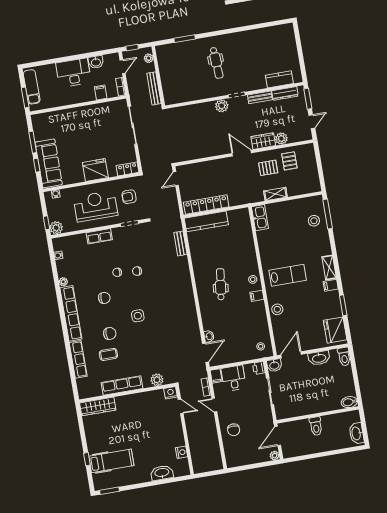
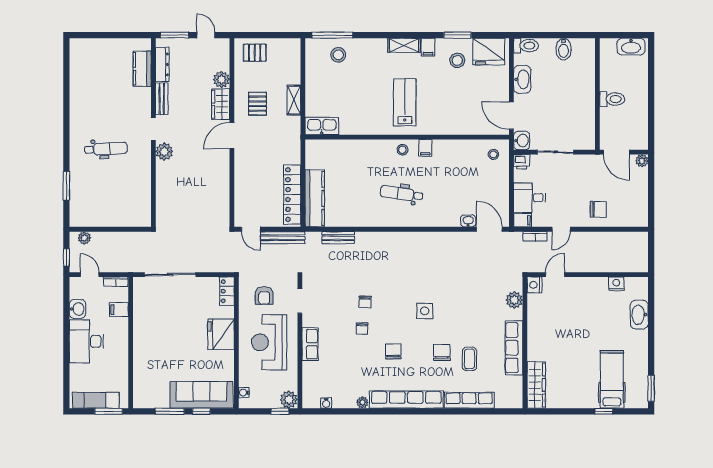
bench: (154, 88) -> (283, 238), moved
pallet: (289, 161) -> (255, 53), moved
stool: (277, 309) -> (457, 60), moved
bidet: (349, 402) -> (564, 49), moved

